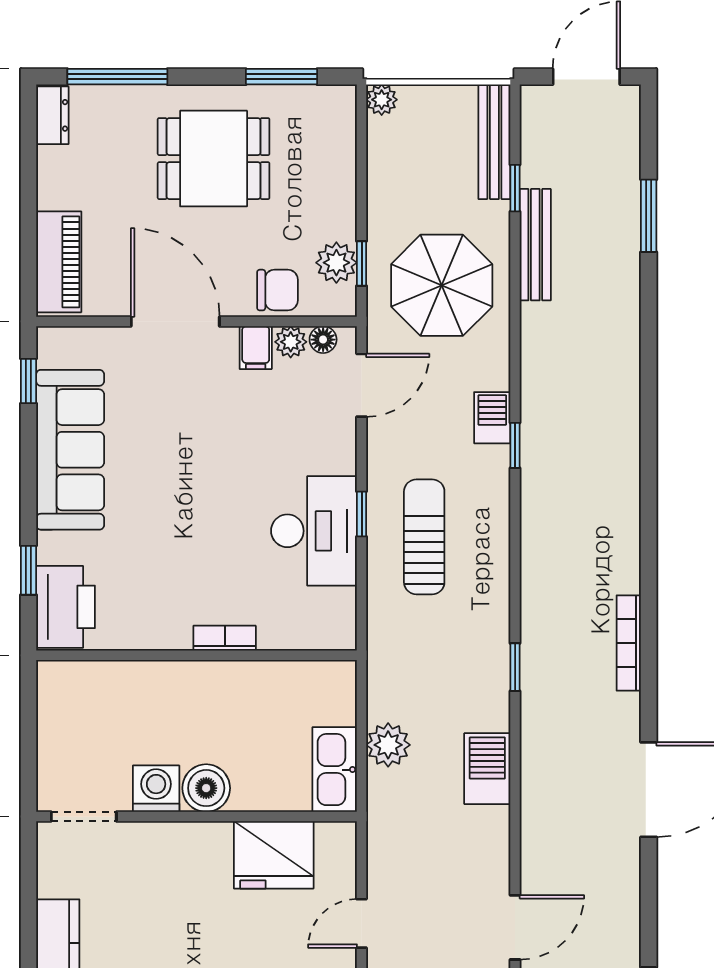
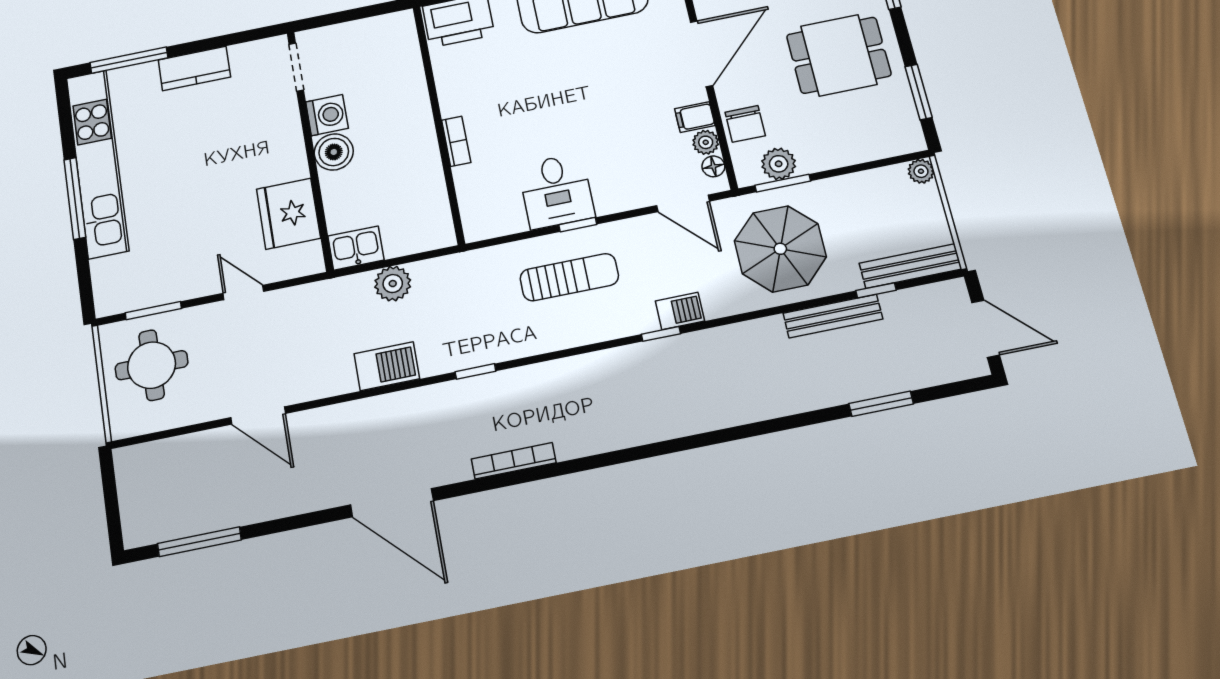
dining table: (214, 159) -> (839, 55), turned 90
window: (362, 263) -> (783, 183), width x1.50
desk: (314, 531) -> (556, 191), width x0.73
kitchen sink: (335, 770) -> (356, 248), width x0.73

